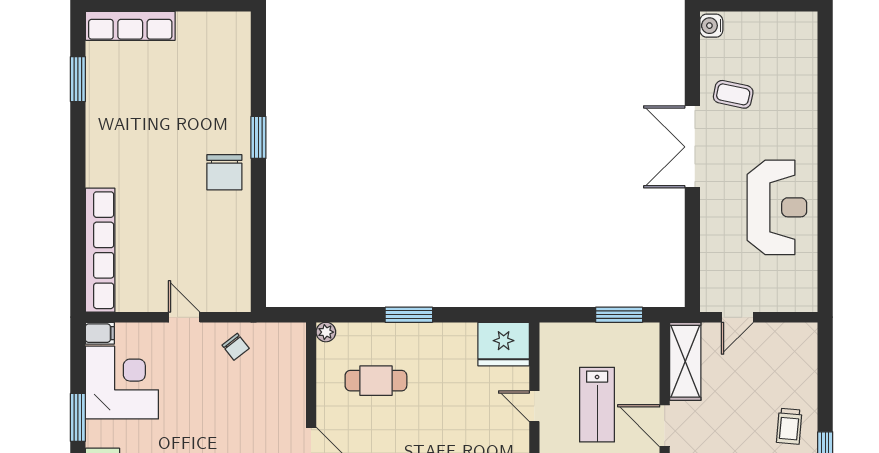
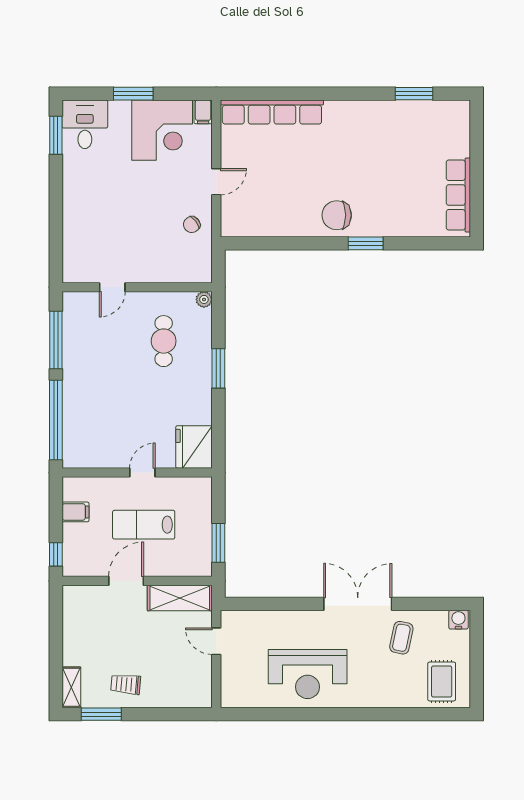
row of seats: (130, 26) -> (458, 195), moved
rug: (786, 46) -> (442, 681), added

